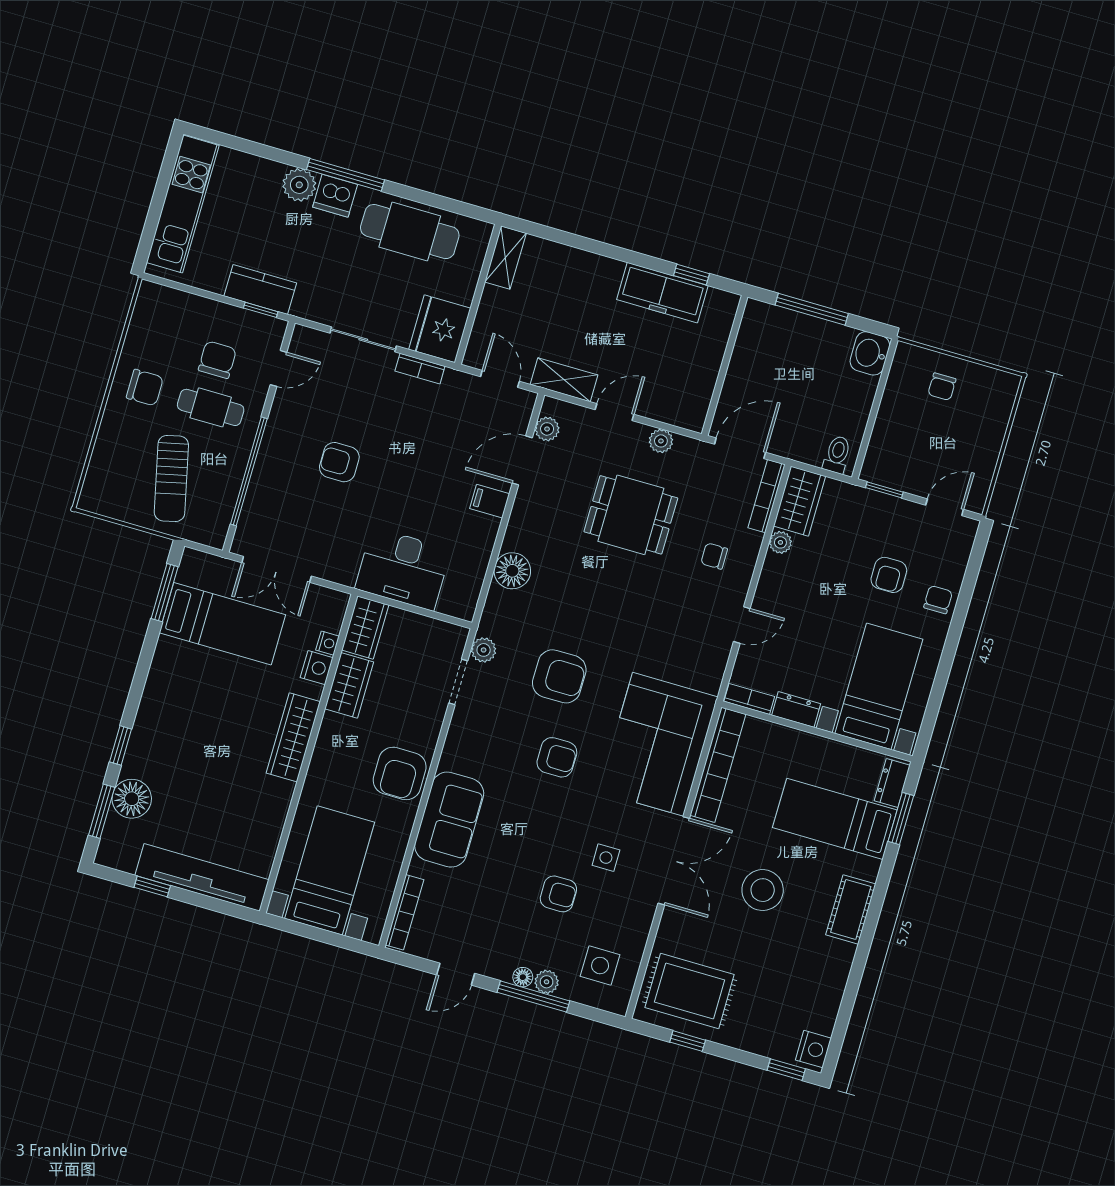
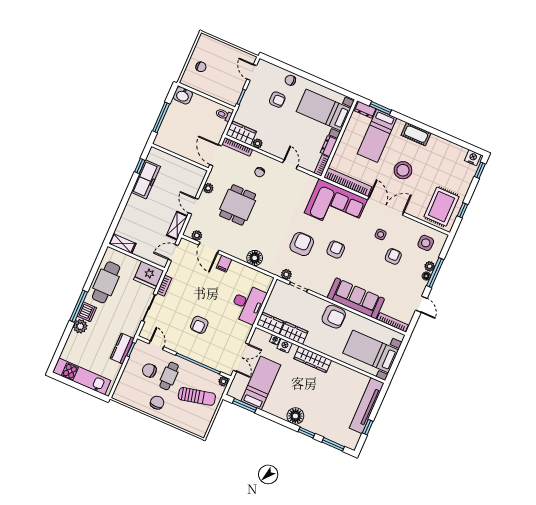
plant: (215, 536) -> (224, 381), added
floor lamp: (132, 799) -> (295, 416), moved
sofa: (449, 820) -> (356, 298), width x1.36

